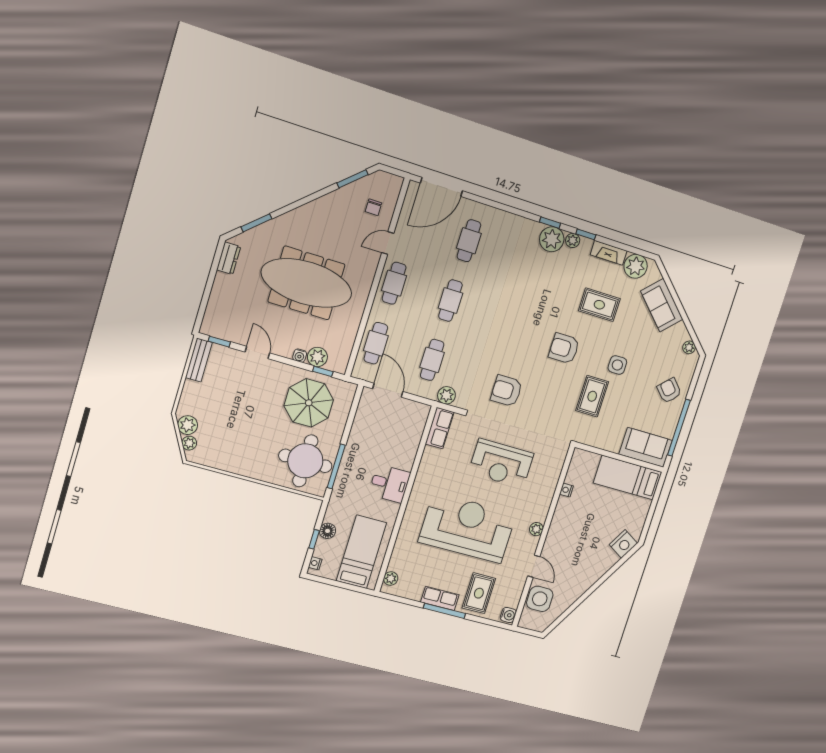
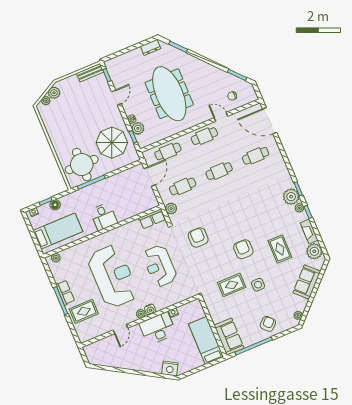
desk: (569, 523) -> (158, 329), added
side table: (540, 599) -> (106, 347), removed
water cooler: (508, 615) -> (150, 309), moved

